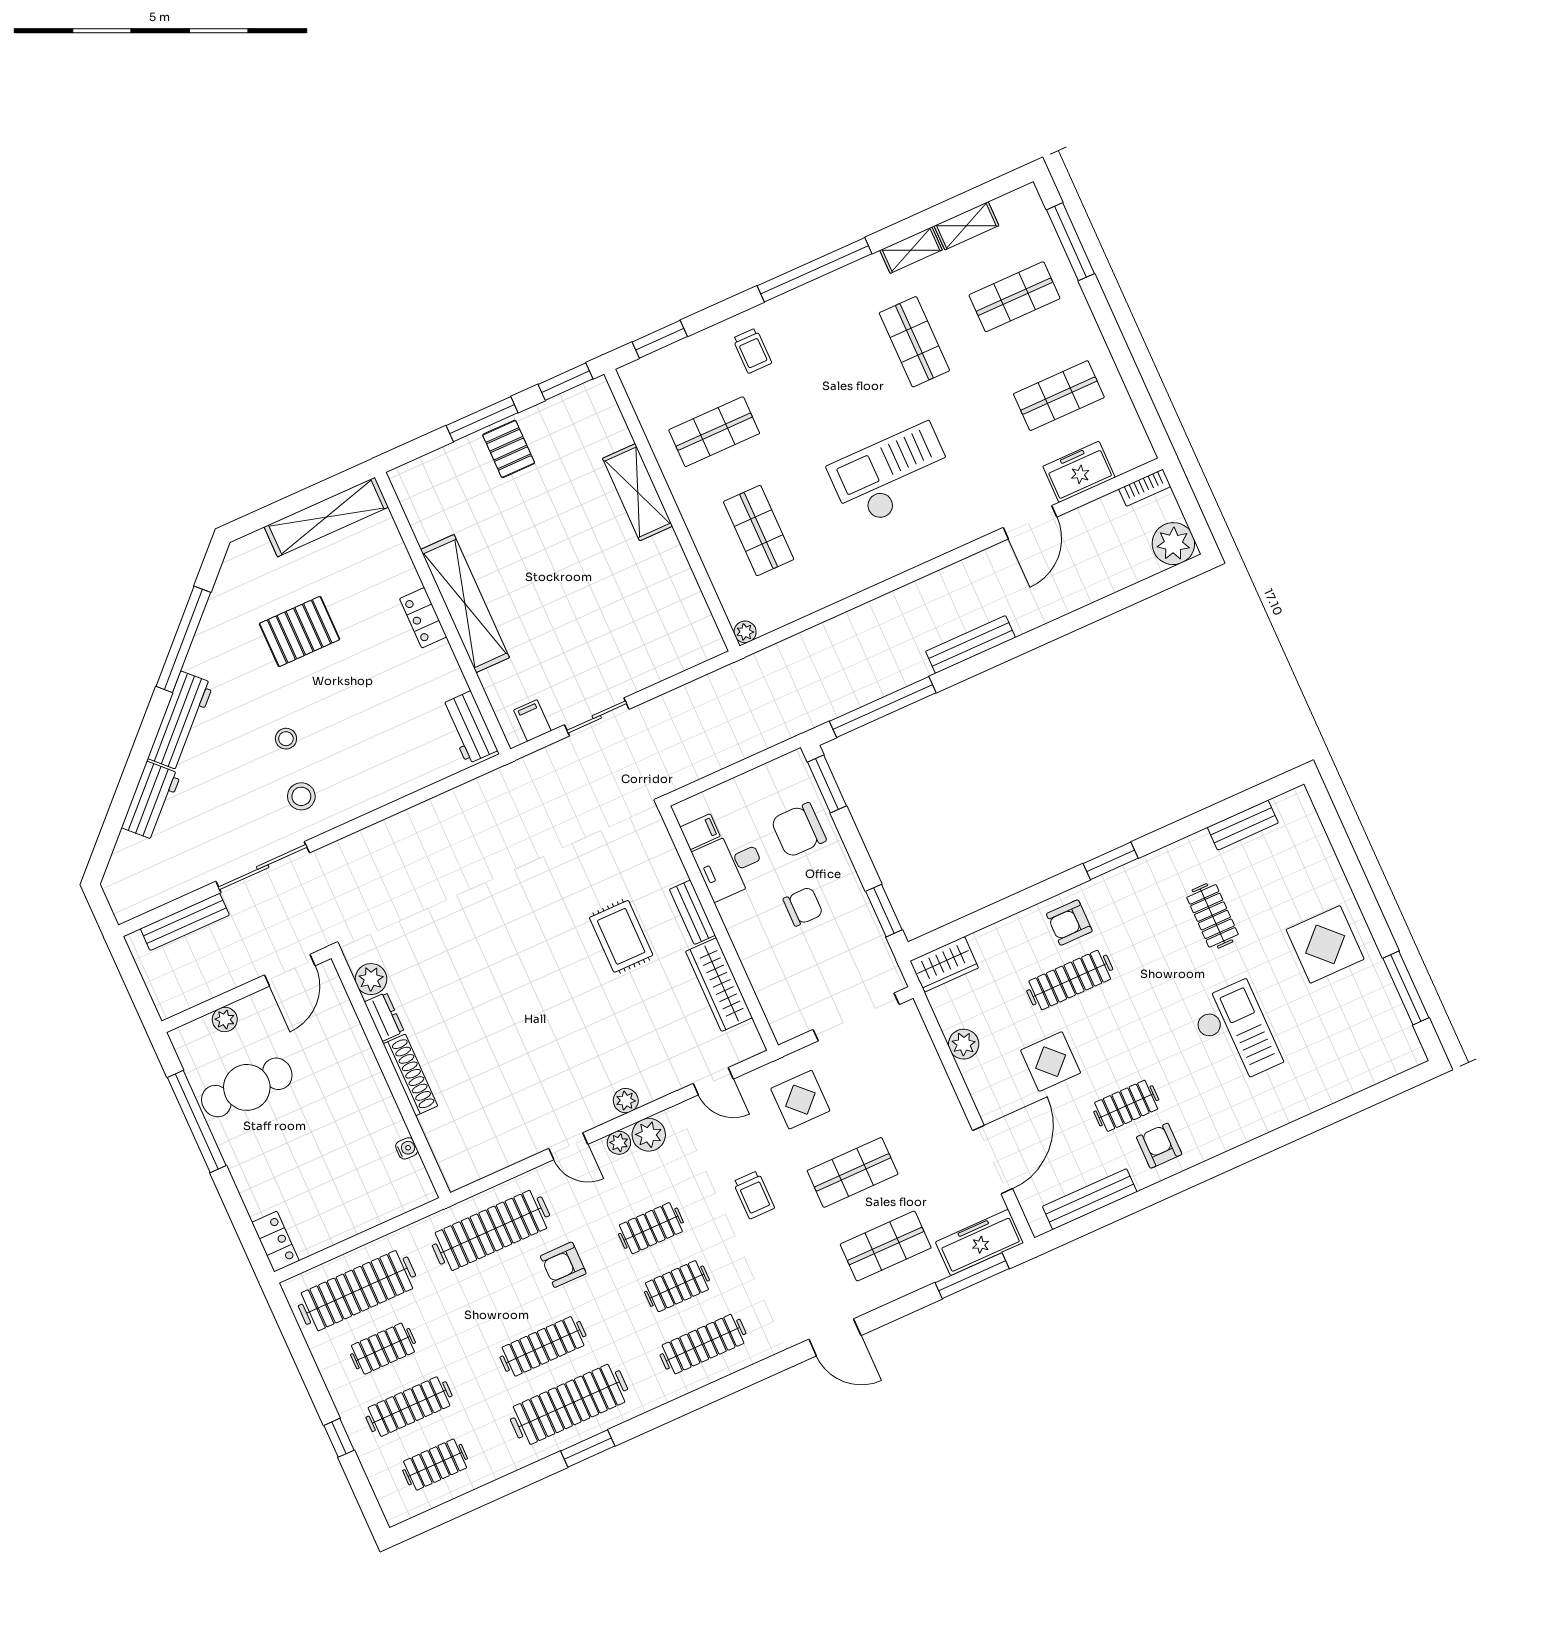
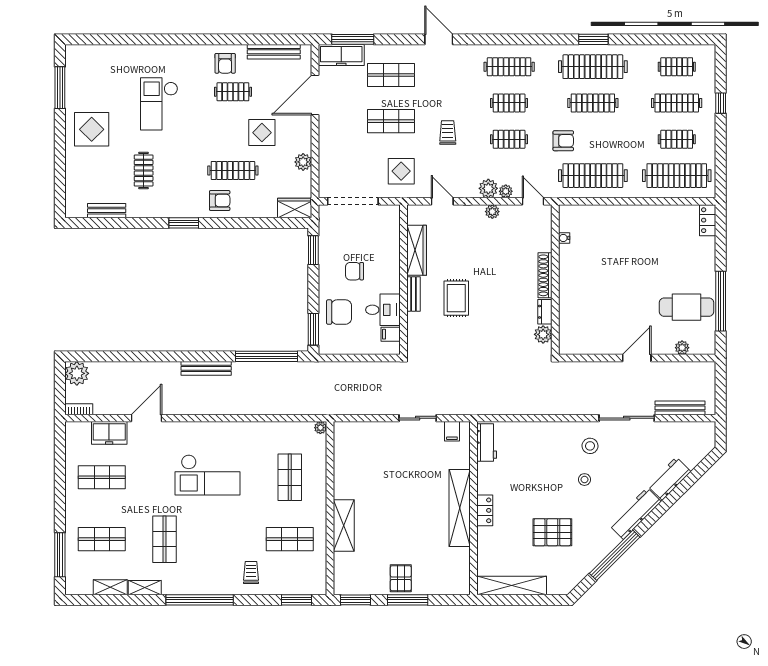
plant: (371, 979) -> (543, 334), moved
dresser: (384, 1017) -> (545, 312), moved
wall: (391, 1075) -> (555, 280), moved
shoe rack: (410, 1075) -> (545, 275), moved
water cooler: (407, 1148) -> (564, 238), moved

